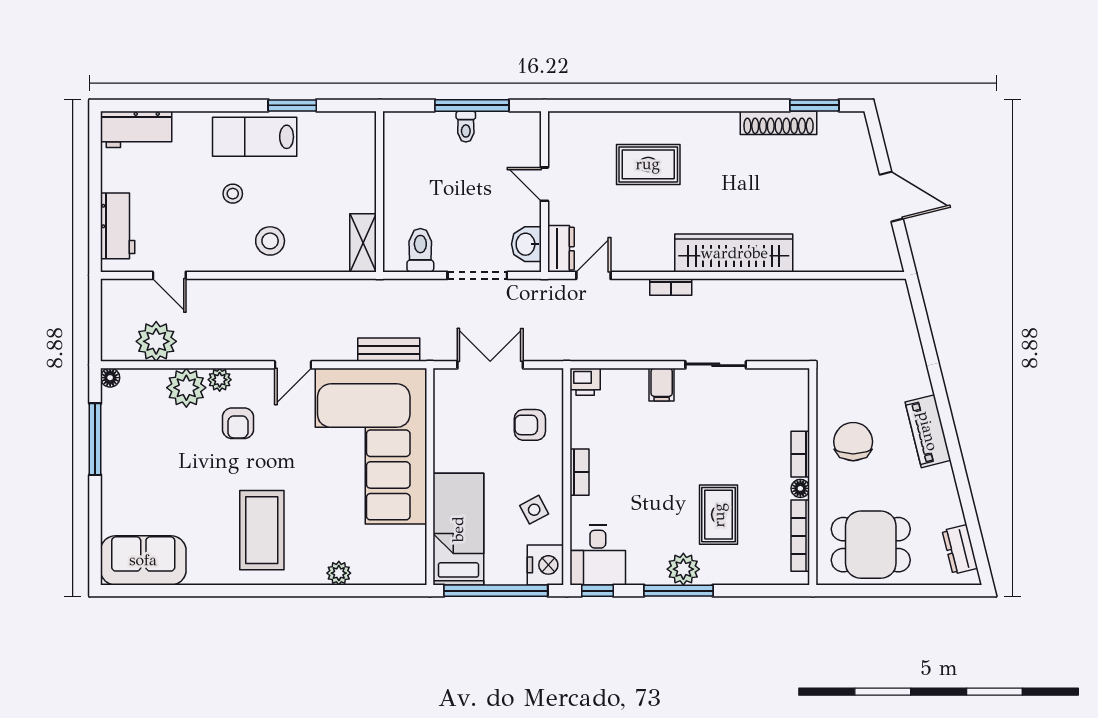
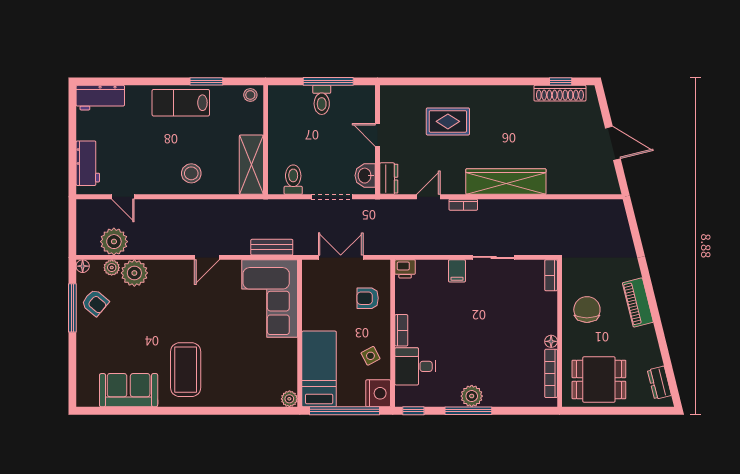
window: (814, 105) -> (561, 81), width x0.67
shoe rack: (779, 123) -> (560, 93), moved
toilet: (466, 127) -> (322, 100), width x1.37, depth x1.39
stool: (233, 194) -> (250, 95), moved
shelving: (363, 243) -> (251, 165), width x1.50, depth x1.33
door: (593, 275) -> (428, 197), moved
plant: (220, 380) -> (112, 268), moved
armchair: (238, 423) -> (95, 303), moved, turned -50
corner sofa: (371, 446) -> (270, 299), width x0.73, depth x0.74
bookcase: (800, 454) -> (551, 275), moved
rug: (719, 515) -> (496, 359), removed
desk: (598, 555) -> (415, 366), moved, turned 90
sofa: (143, 560) -> (129, 390), moved
plant: (339, 573) -> (289, 399), moved

